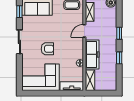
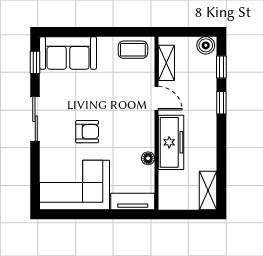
door: (84, 31) -> (156, 98), swing flipped
window: (119, 58) -> (221, 67), moved
shelving: (90, 80) -> (208, 190), moved

